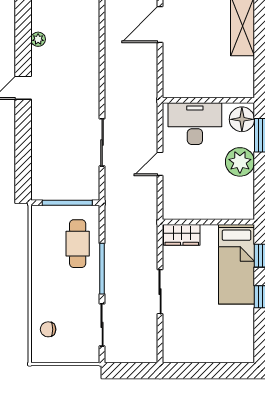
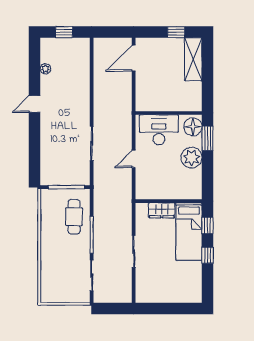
wardrobe: (182, 235) -> (162, 210), moved
chair: (48, 329) -> (53, 279), removed

